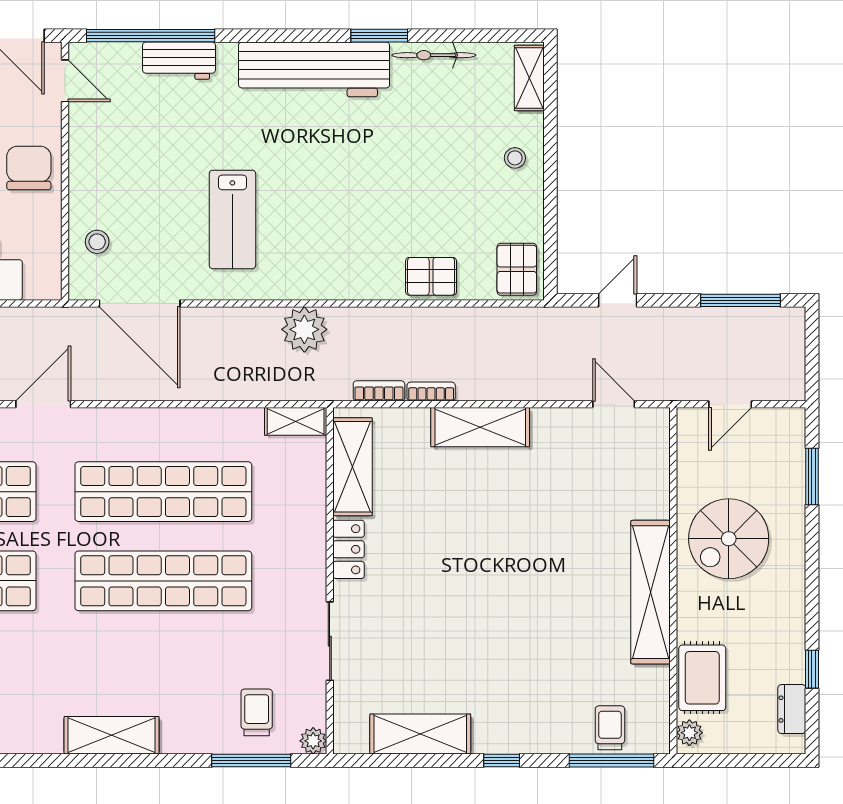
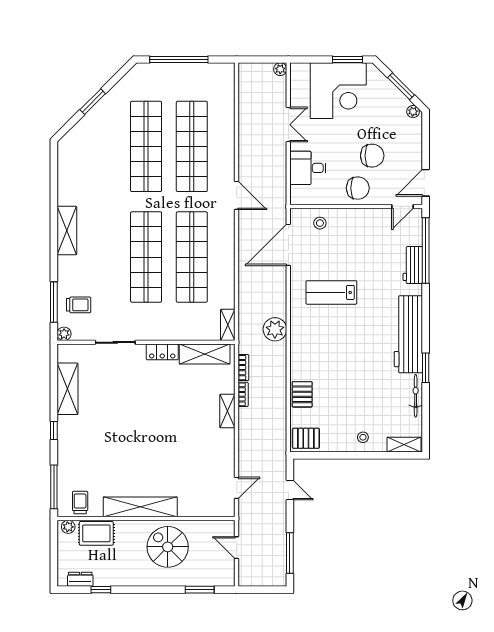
shelving: (480, 427) -> (227, 411), width x0.67, depth x0.75
trolley: (610, 728) -> (80, 503), moved, turned -90

